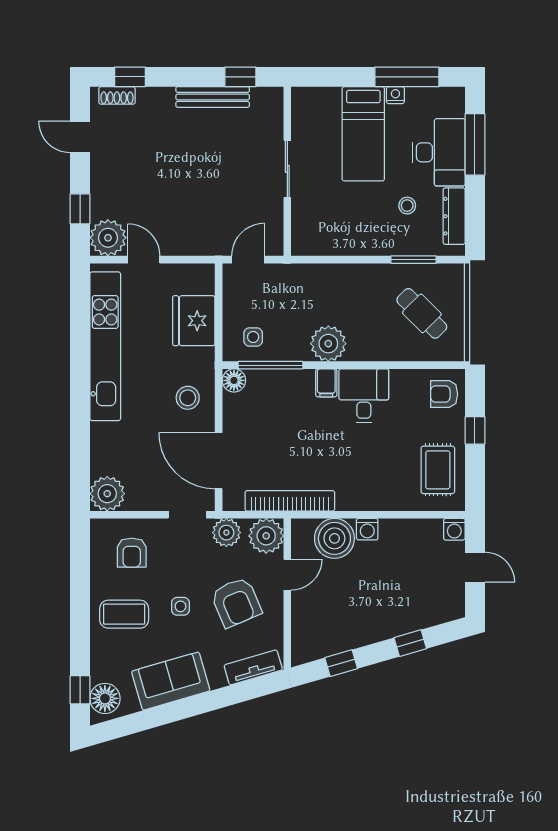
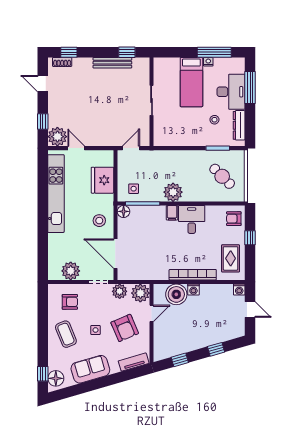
plant: (107, 494) -> (71, 271), moved
bookcase: (290, 501) -> (193, 275), moved
armchair: (132, 553) -> (70, 302), turned -90
coffee table: (124, 614) -> (66, 334), turned 68

